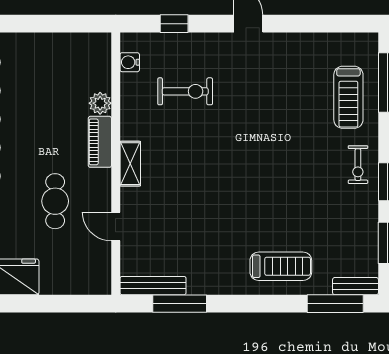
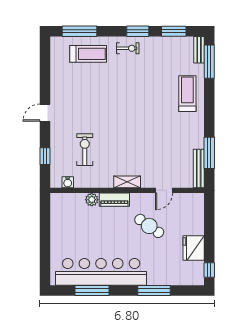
cafe table: (55, 201) -> (149, 226), turned 35

